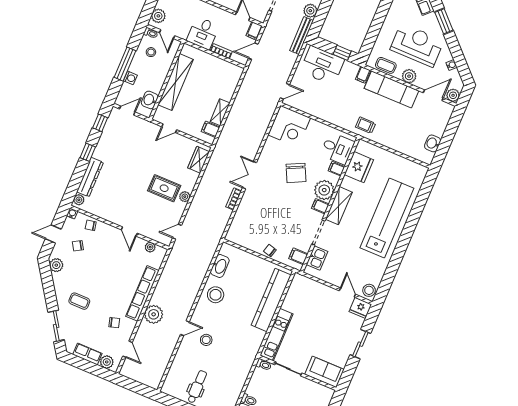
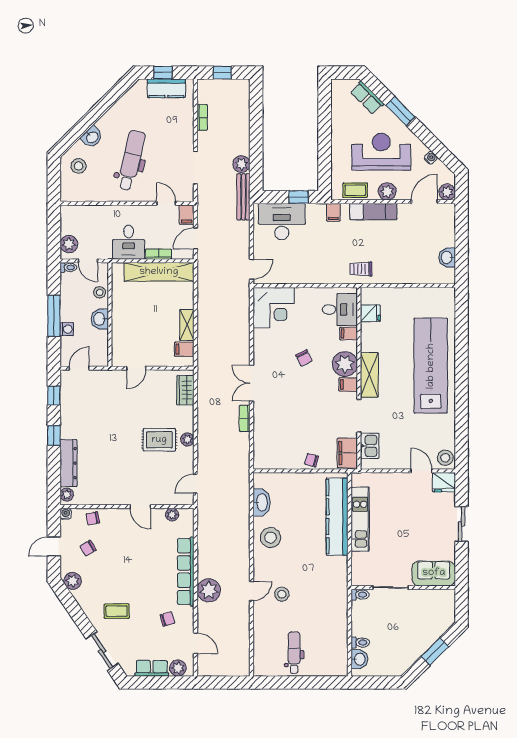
stool: (151, 52) -> (100, 292), moved
shelving: (176, 82) -> (159, 272), moved, turned 90
exam couch: (392, 89) -> (373, 211), width x0.73, depth x0.69
washbasin: (150, 100) -> (100, 319), moved
fridge: (359, 167) -> (370, 313), width x0.53, depth x0.75
chair: (296, 173) -> (304, 358), width x0.54, depth x0.54
filing cabinet: (298, 256) -> (347, 453), width x2.00
kitchen unit: (276, 335) -> (360, 519), moved

